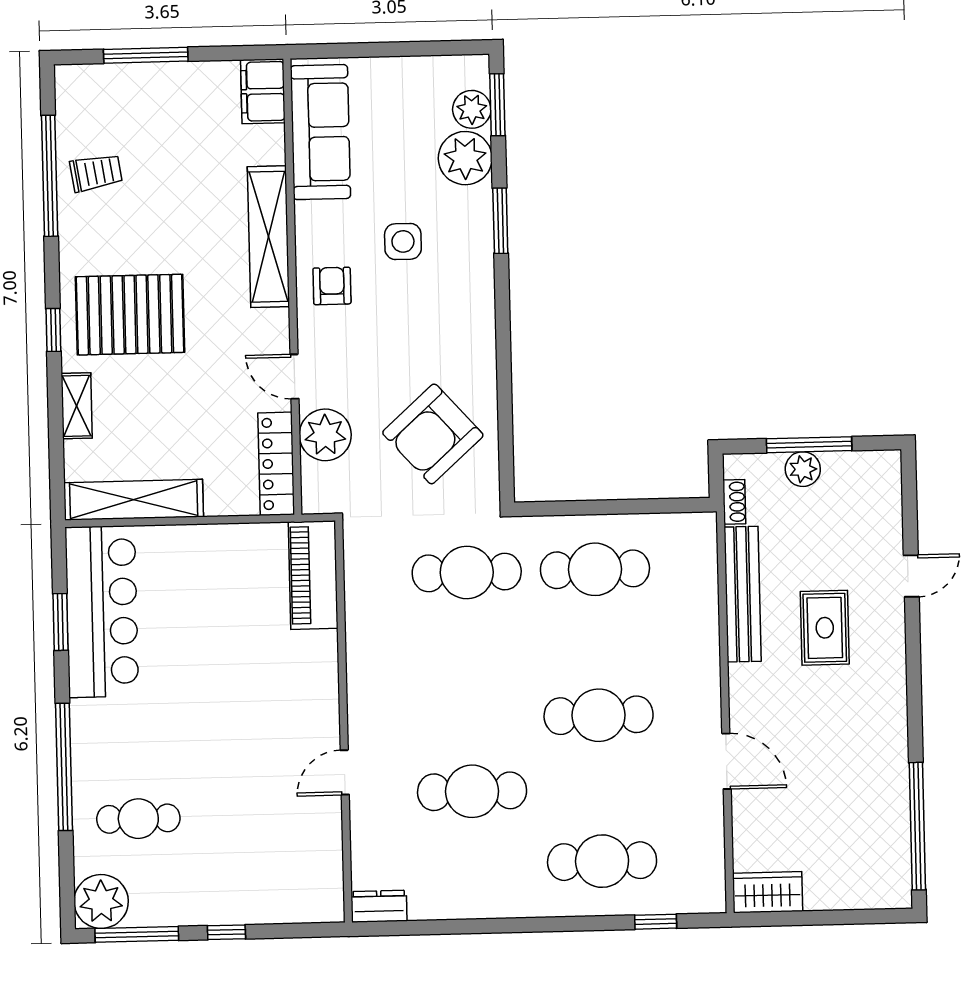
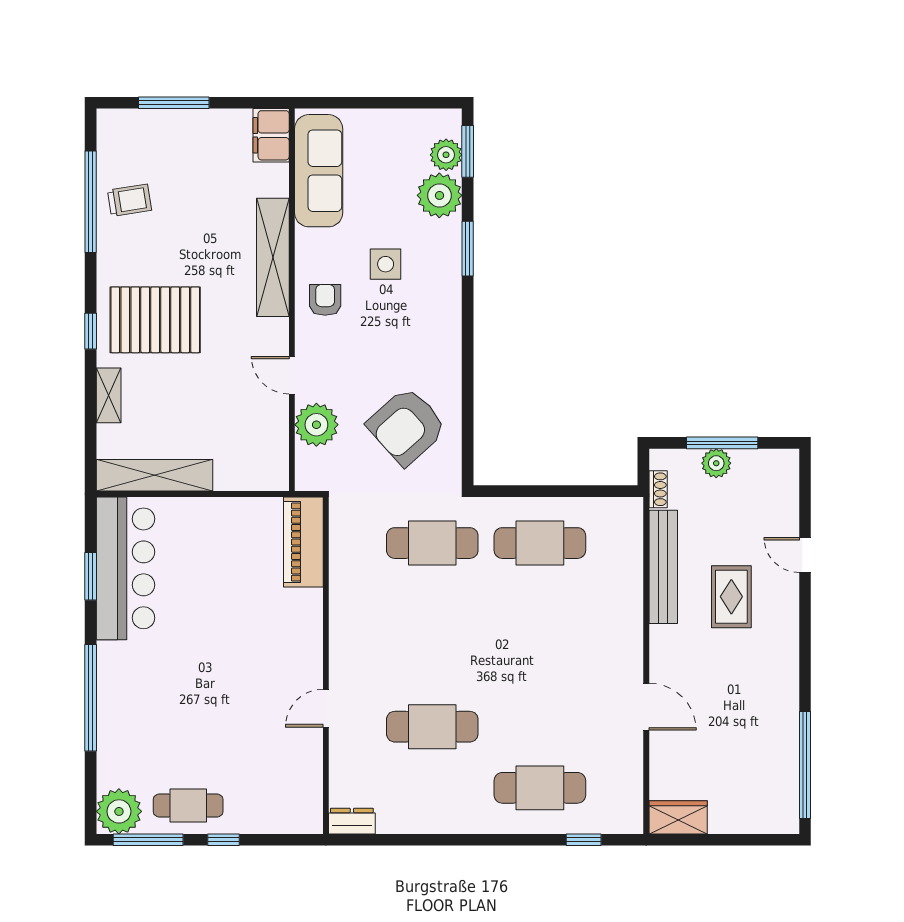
locker: (276, 464) -> (275, 448), removed
door: (911, 576) -> (805, 555), swing flipped
cafe table: (599, 715) -> (540, 665), removed
cafe table: (138, 819) -> (188, 806), moved

